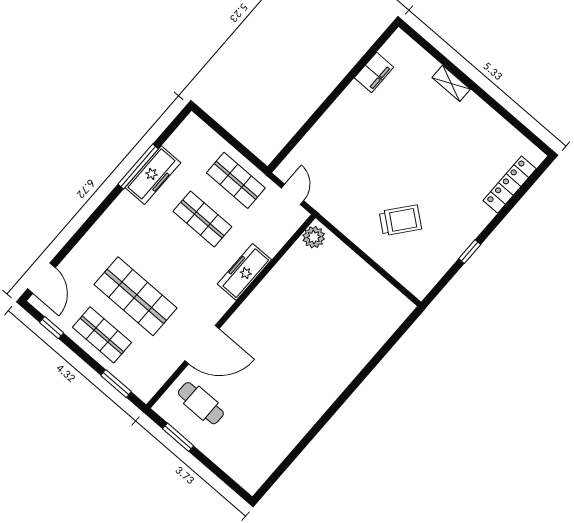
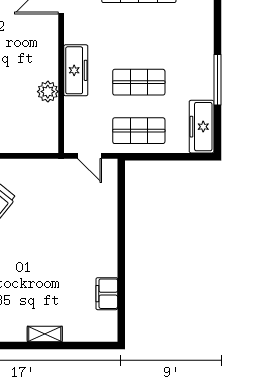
freezer: (153, 175) -> (202, 127), moved
plant: (314, 237) -> (48, 92), moved

